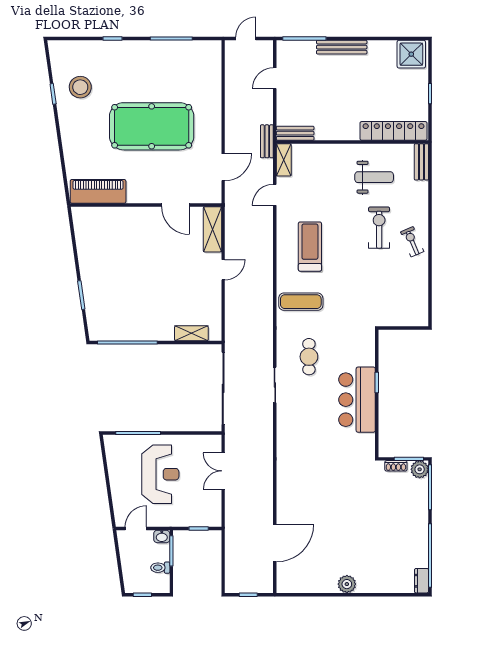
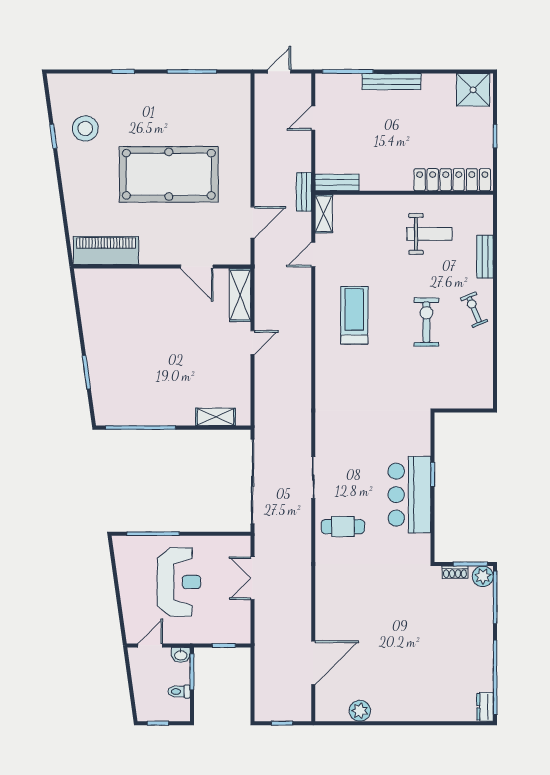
bench: (421, 162) -> (485, 257), moved
exercise bike: (379, 228) -> (426, 322), moved
exercise mat: (301, 302) -> (344, 380), removed
cafe table: (309, 357) -> (343, 527), moved, turned 90
plant: (347, 584) -> (360, 711), moved

